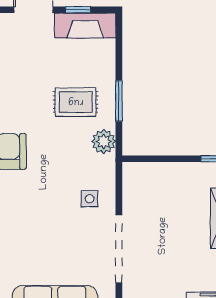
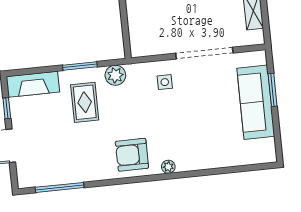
fireplace: (85, 26) -> (33, 84), moved, turned 90

